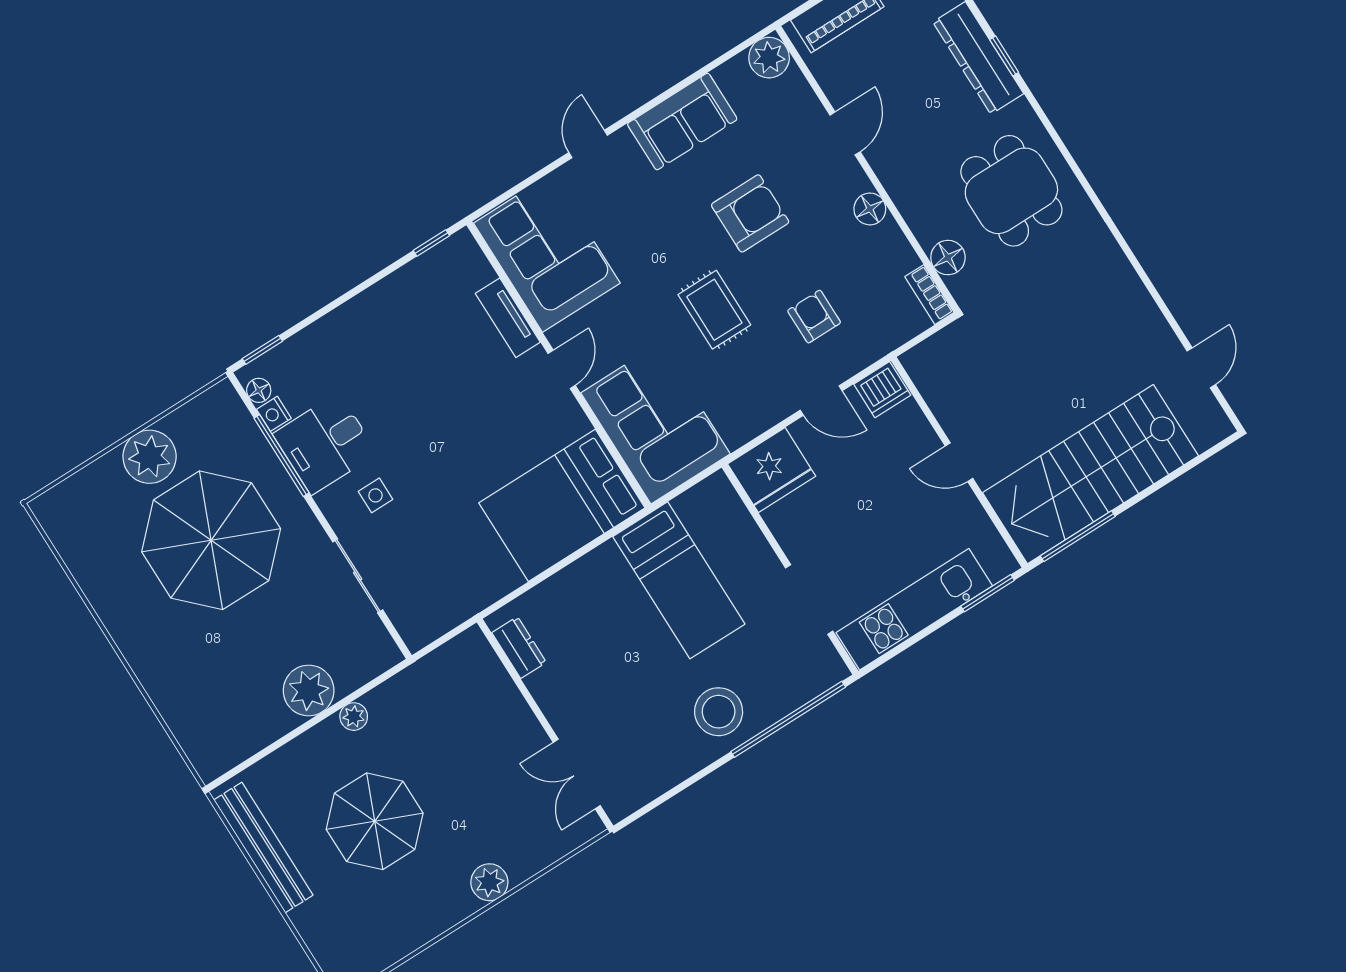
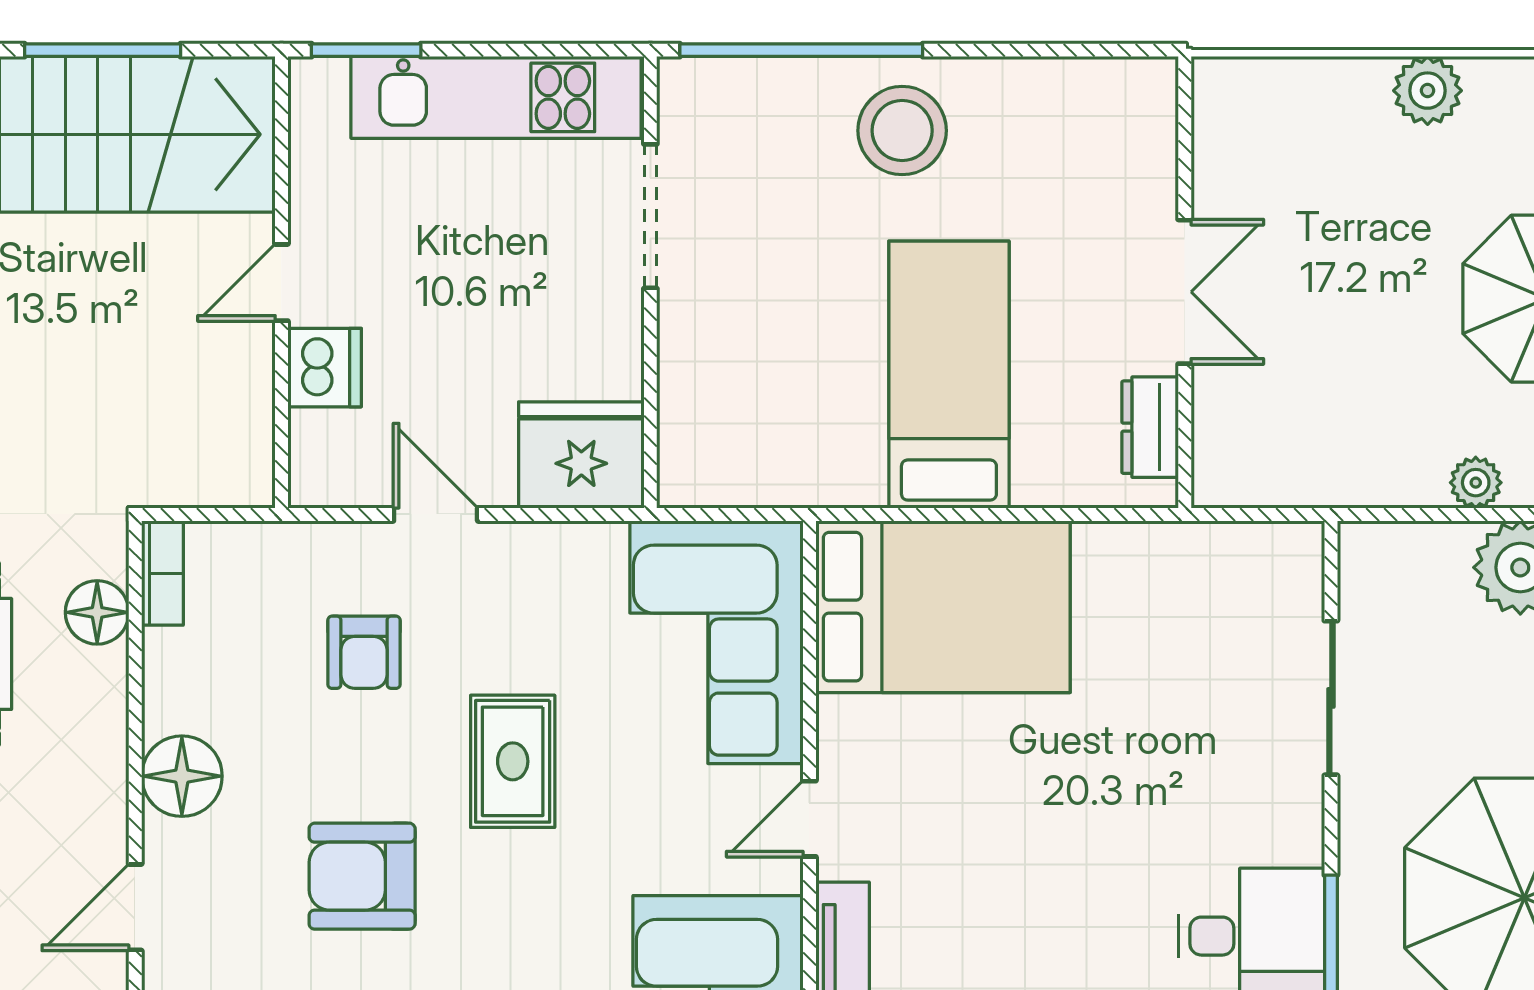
floor lamp: (870, 209) -> (182, 776), width x1.38, depth x1.38
dishwasher: (882, 390) -> (325, 368), moved, turned 90
door: (959, 462) -> (281, 283), swing flipped
side table: (375, 495) -> (1224, 806), removed
window: (1078, 536) -> (103, 50), moved
bed: (679, 580) -> (949, 375), moved
double door: (577, 774) -> (1185, 292), moved

